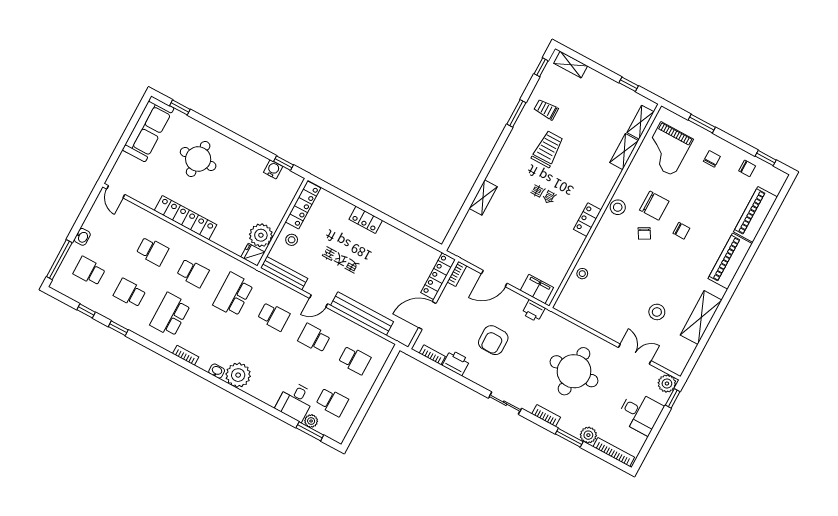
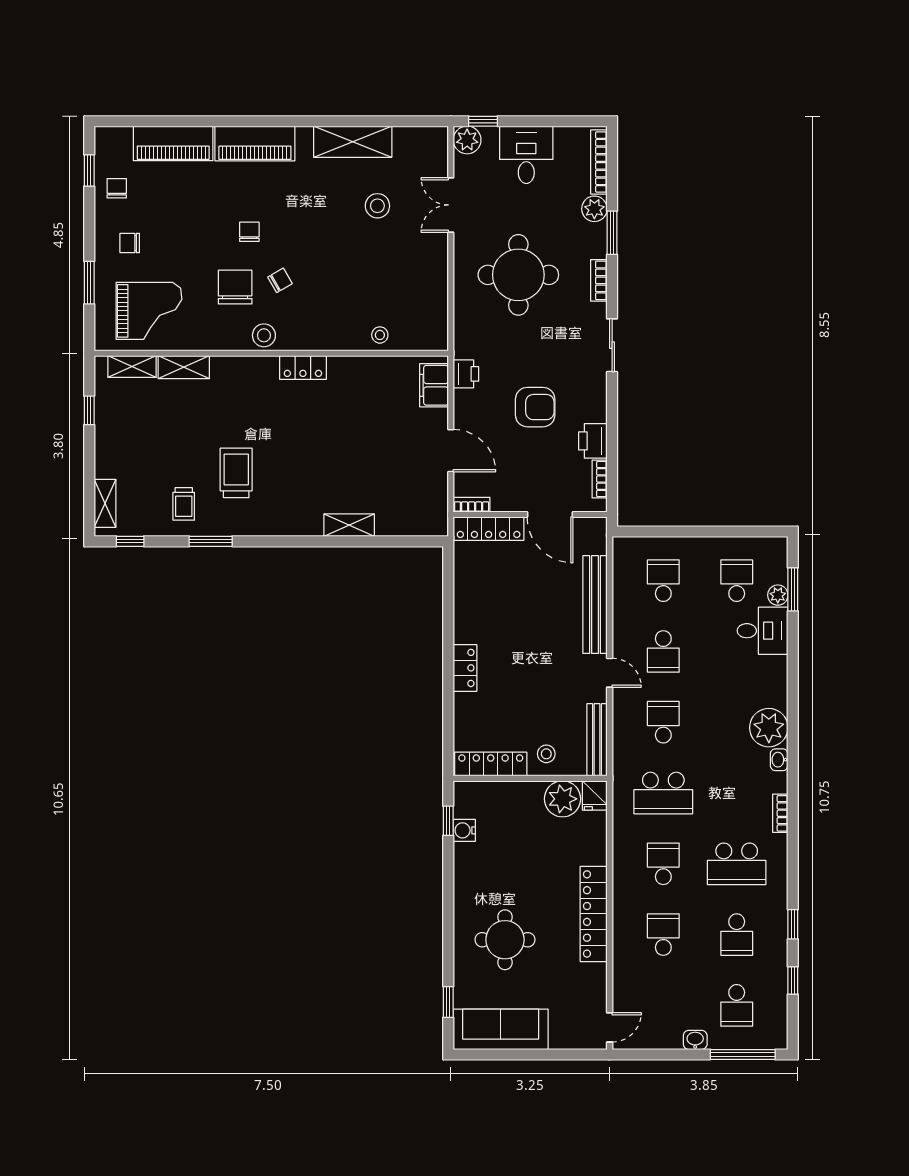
trolley: (548, 149) -> (236, 473), turned 90

